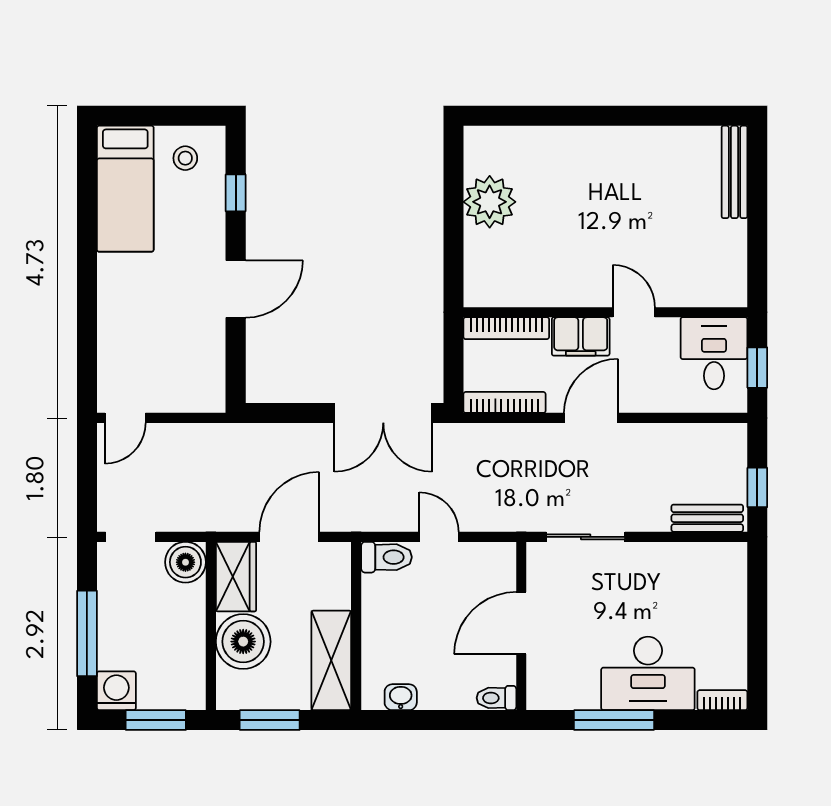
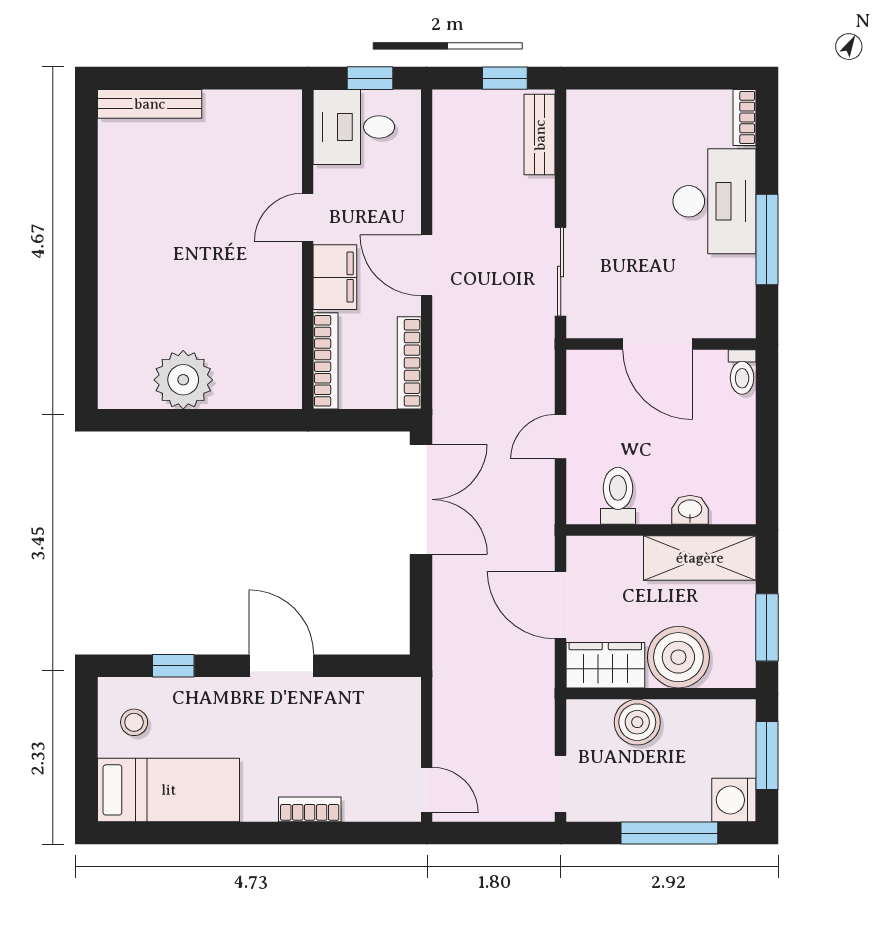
bookcase: (108, 314) -> (310, 809), added
toilet: (386, 557) -> (618, 496), moved
boiler: (185, 562) -> (637, 722), moved
washbasin: (401, 697) -> (690, 510), moved, turned 90

